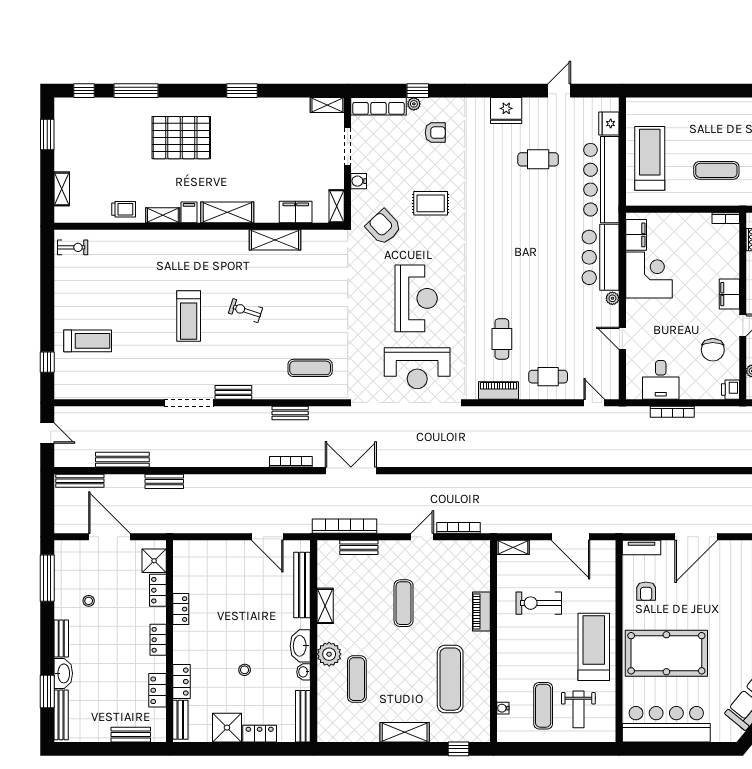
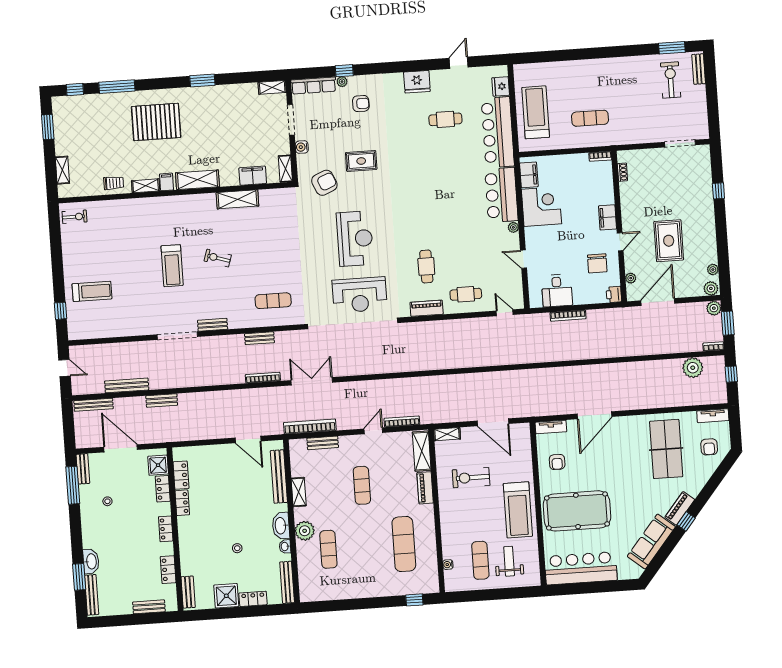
armchair: (383, 227) -> (324, 183), turned 110
bench: (61, 638) -> (83, 469), moved
treadmill: (594, 647) -> (518, 510), turned 180
locker: (181, 682) -> (181, 475), moved
weight bench: (578, 709) -> (509, 561), turned 180
shelving: (405, 732) -> (422, 451), moved, turned 90

